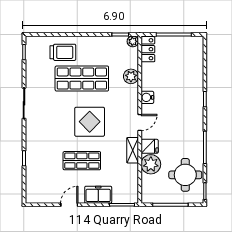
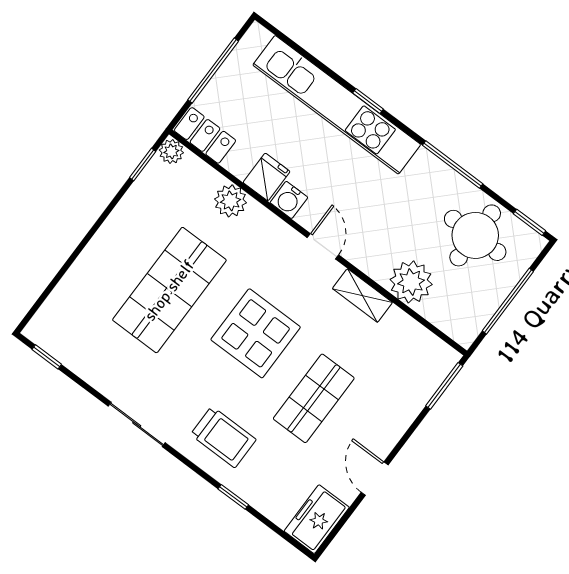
trolley: (63, 52) -> (223, 437), moved, turned 90
kitchen unit: (195, 89) -> (337, 105), added
fridge: (150, 146) -> (267, 177), moved
freezer: (98, 195) -> (317, 519), moved

